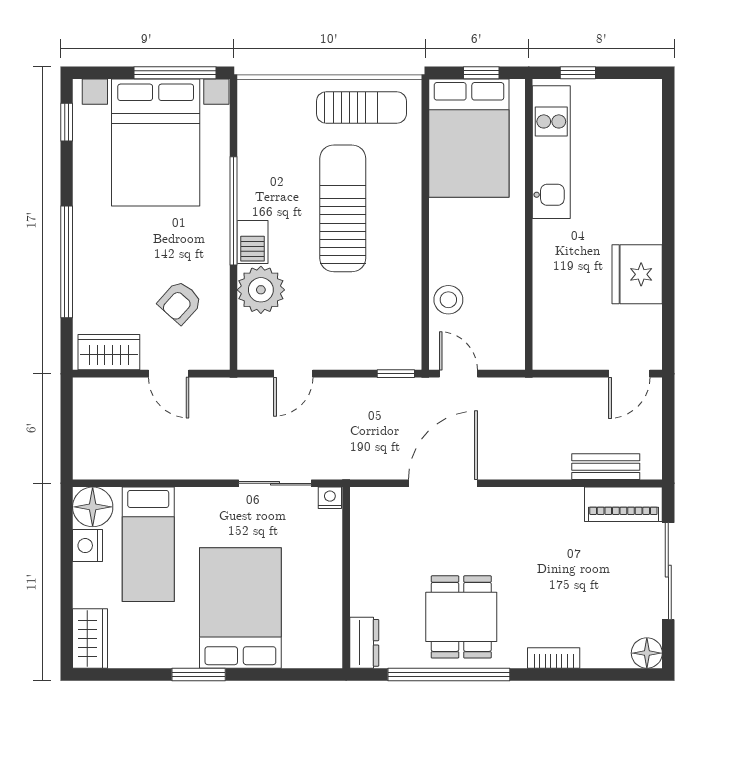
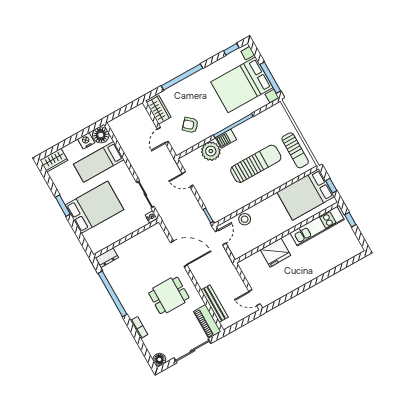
fridge: (637, 274) -> (276, 253), moved, turned 180
bench: (606, 467) -> (215, 304), width x1.36
dining table: (461, 617) -> (169, 295), moved

